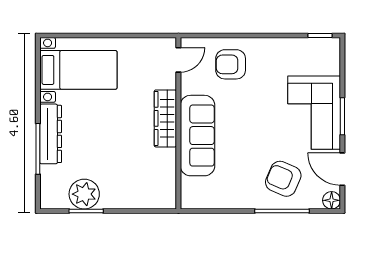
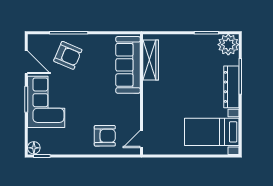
wardrobe: (165, 118) -> (151, 60), moved
sofa: (198, 136) -> (128, 65), moved
plant: (84, 194) -> (228, 45), moved
floor lamp: (332, 200) -> (34, 148), moved

